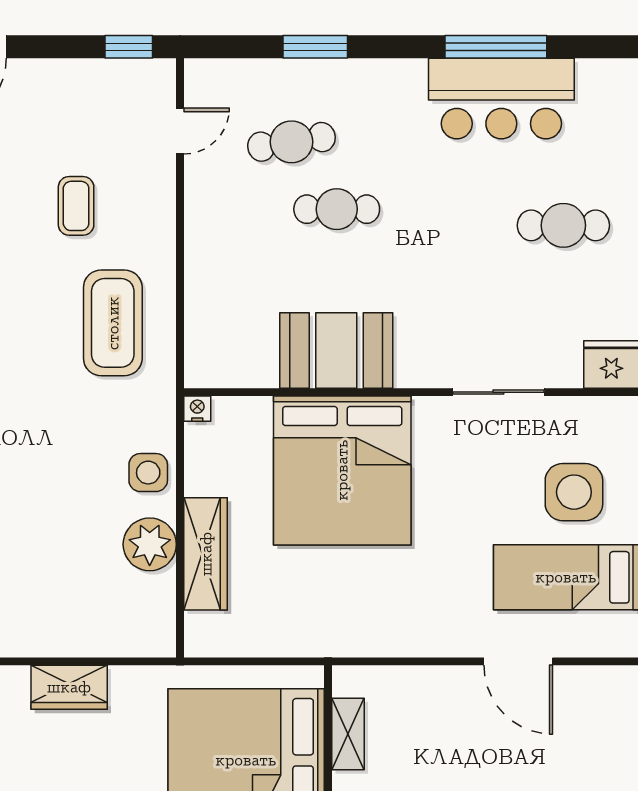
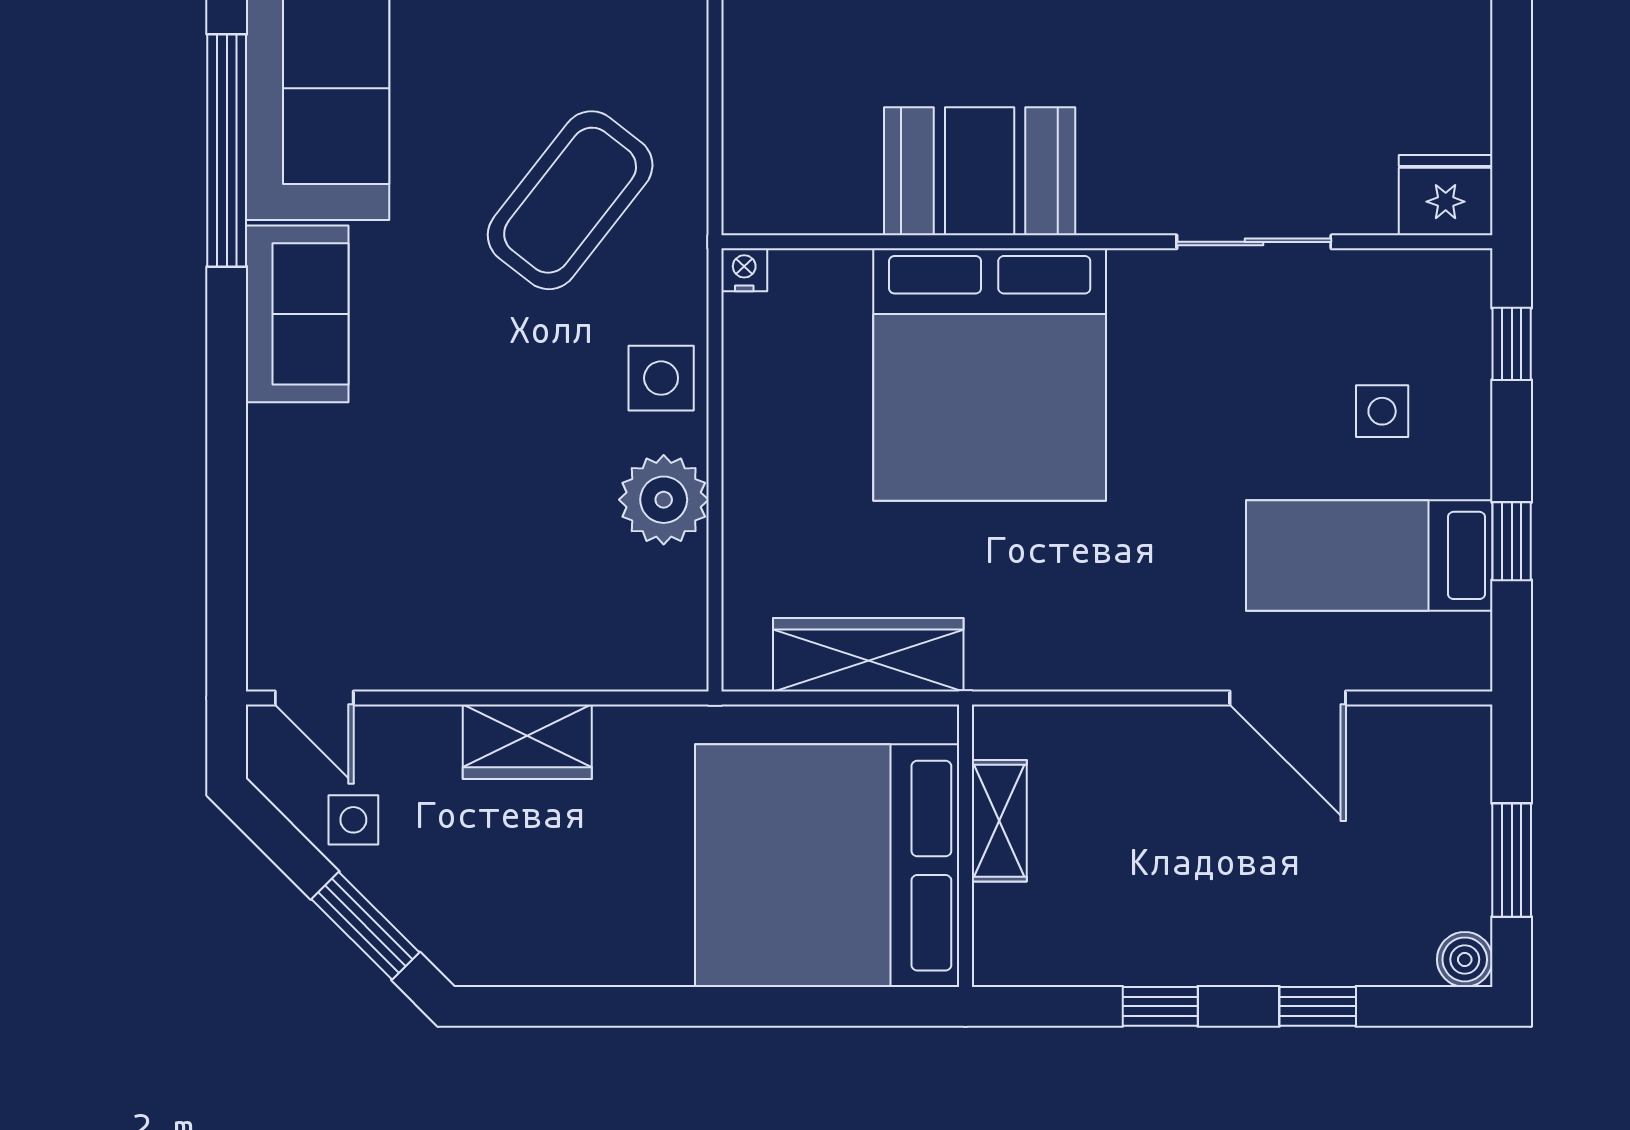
coffee table: (113, 323) -> (570, 200), moved, turned 38
side table: (574, 492) -> (1382, 411), width x0.54, depth x0.54
wardrobe: (206, 554) -> (868, 655), moved, turned -90

